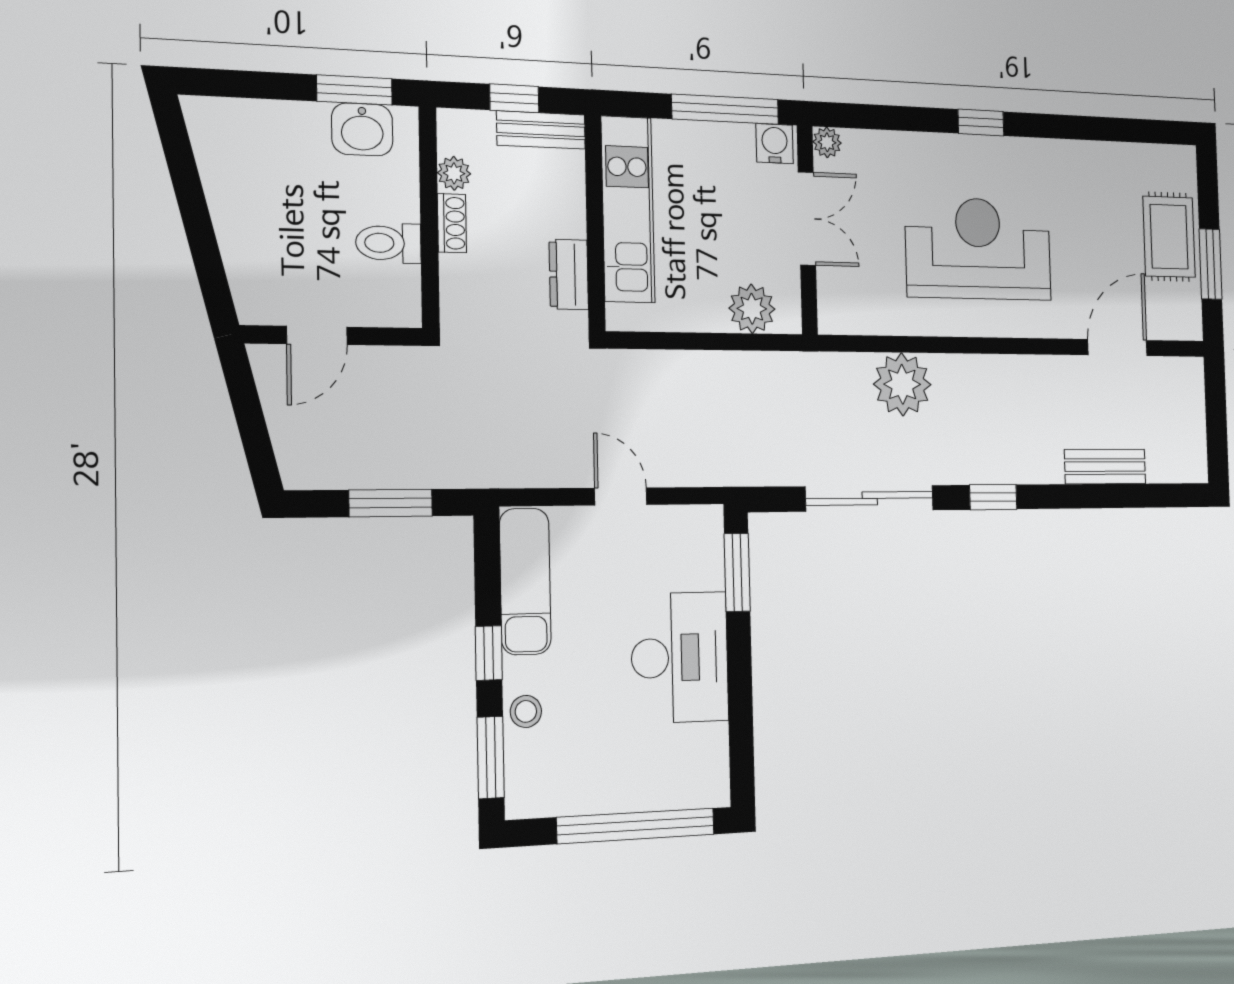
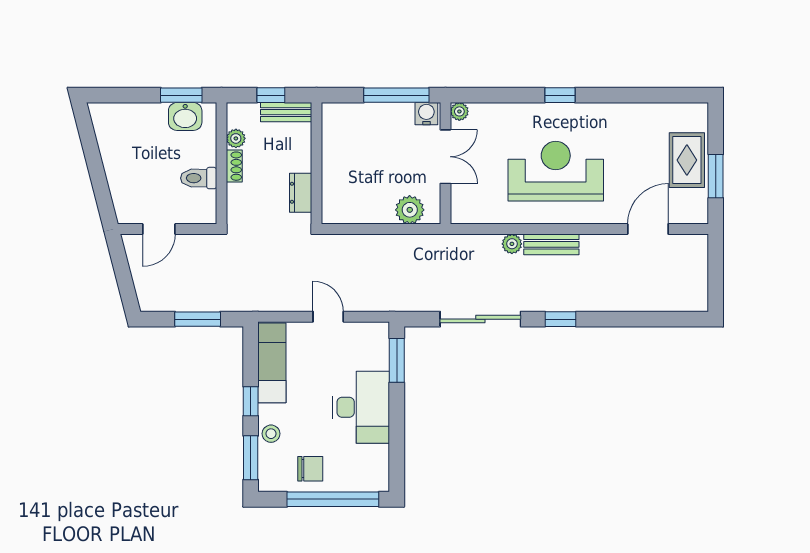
kitchen unit: (628, 209) -> (336, 155), removed
plant: (902, 384) -> (512, 244), width x0.53, depth x0.53
bench: (1105, 467) -> (551, 244), moved
chair: (596, 773) -> (310, 469), added

